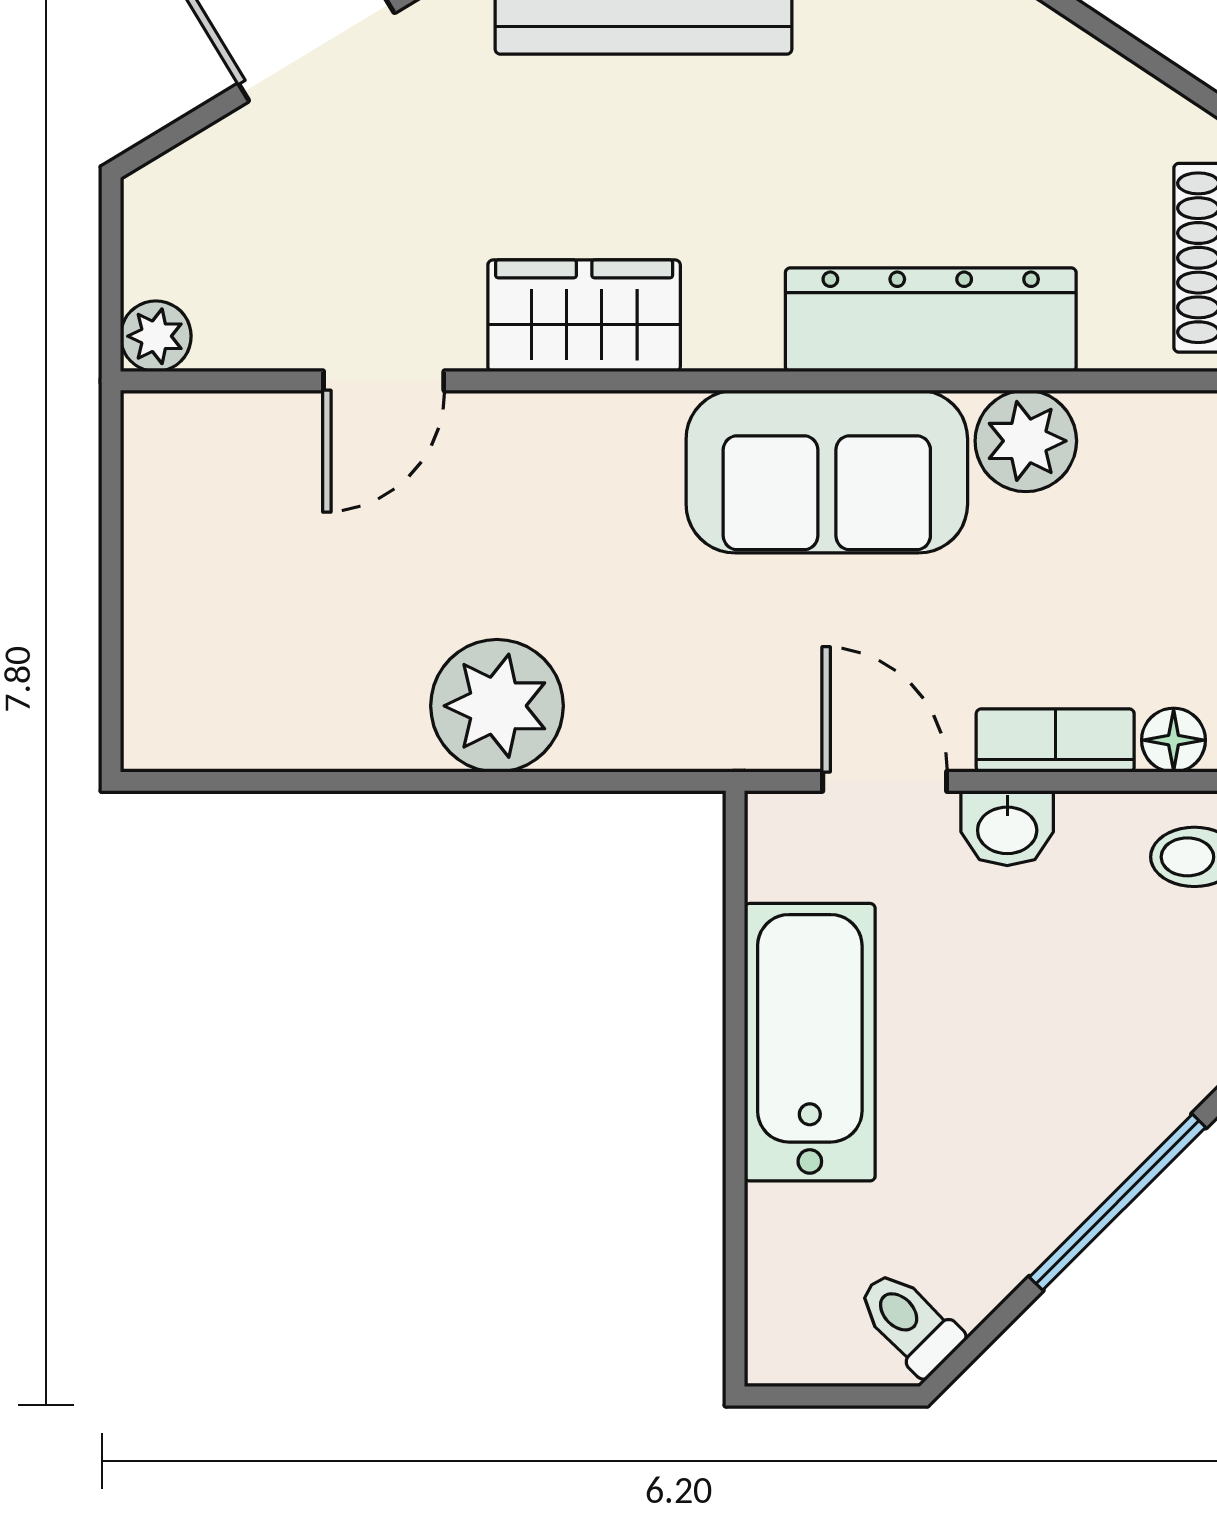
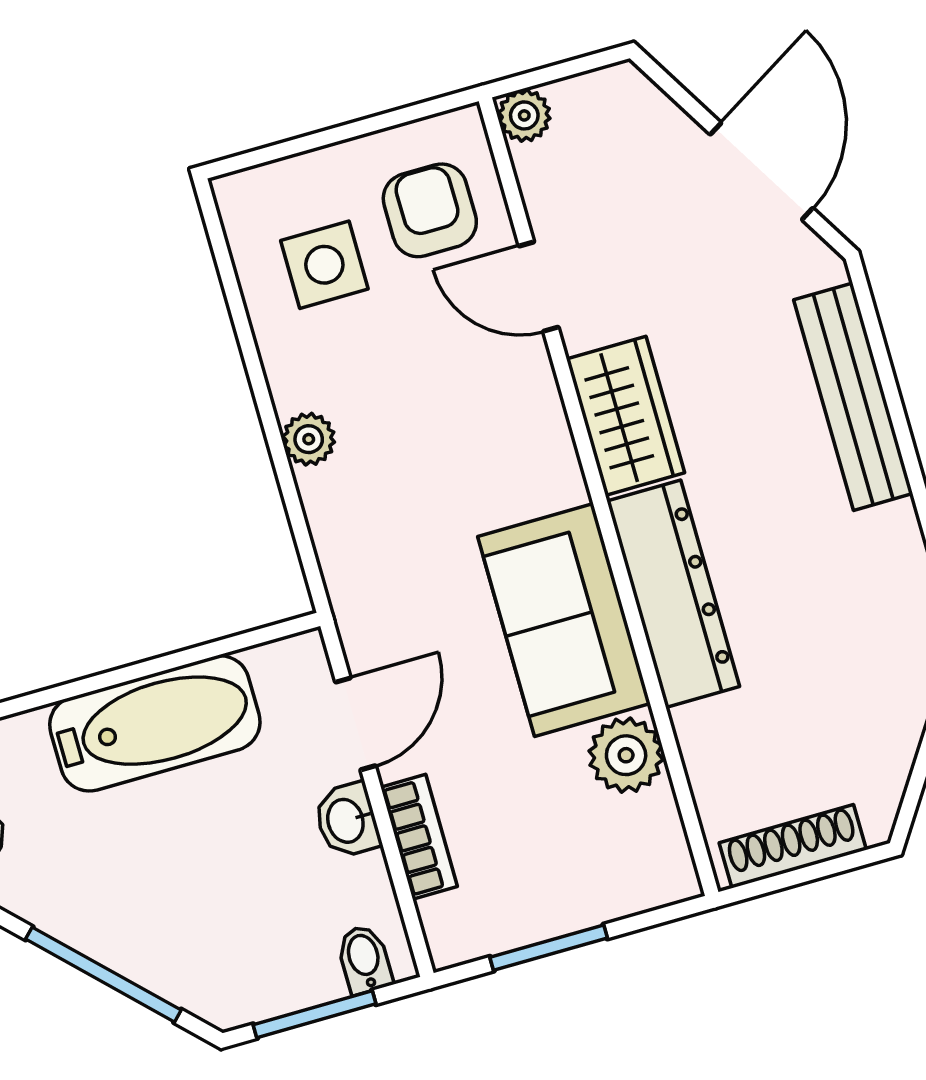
dresser: (931, 320) -> (673, 594), moved
armchair: (244, 494) -> (430, 210), added
side table: (276, 652) -> (324, 265), added
plant: (497, 706) -> (309, 439), width x0.53, depth x0.53
floor lamp: (1174, 740) -> (443, 921), removed

